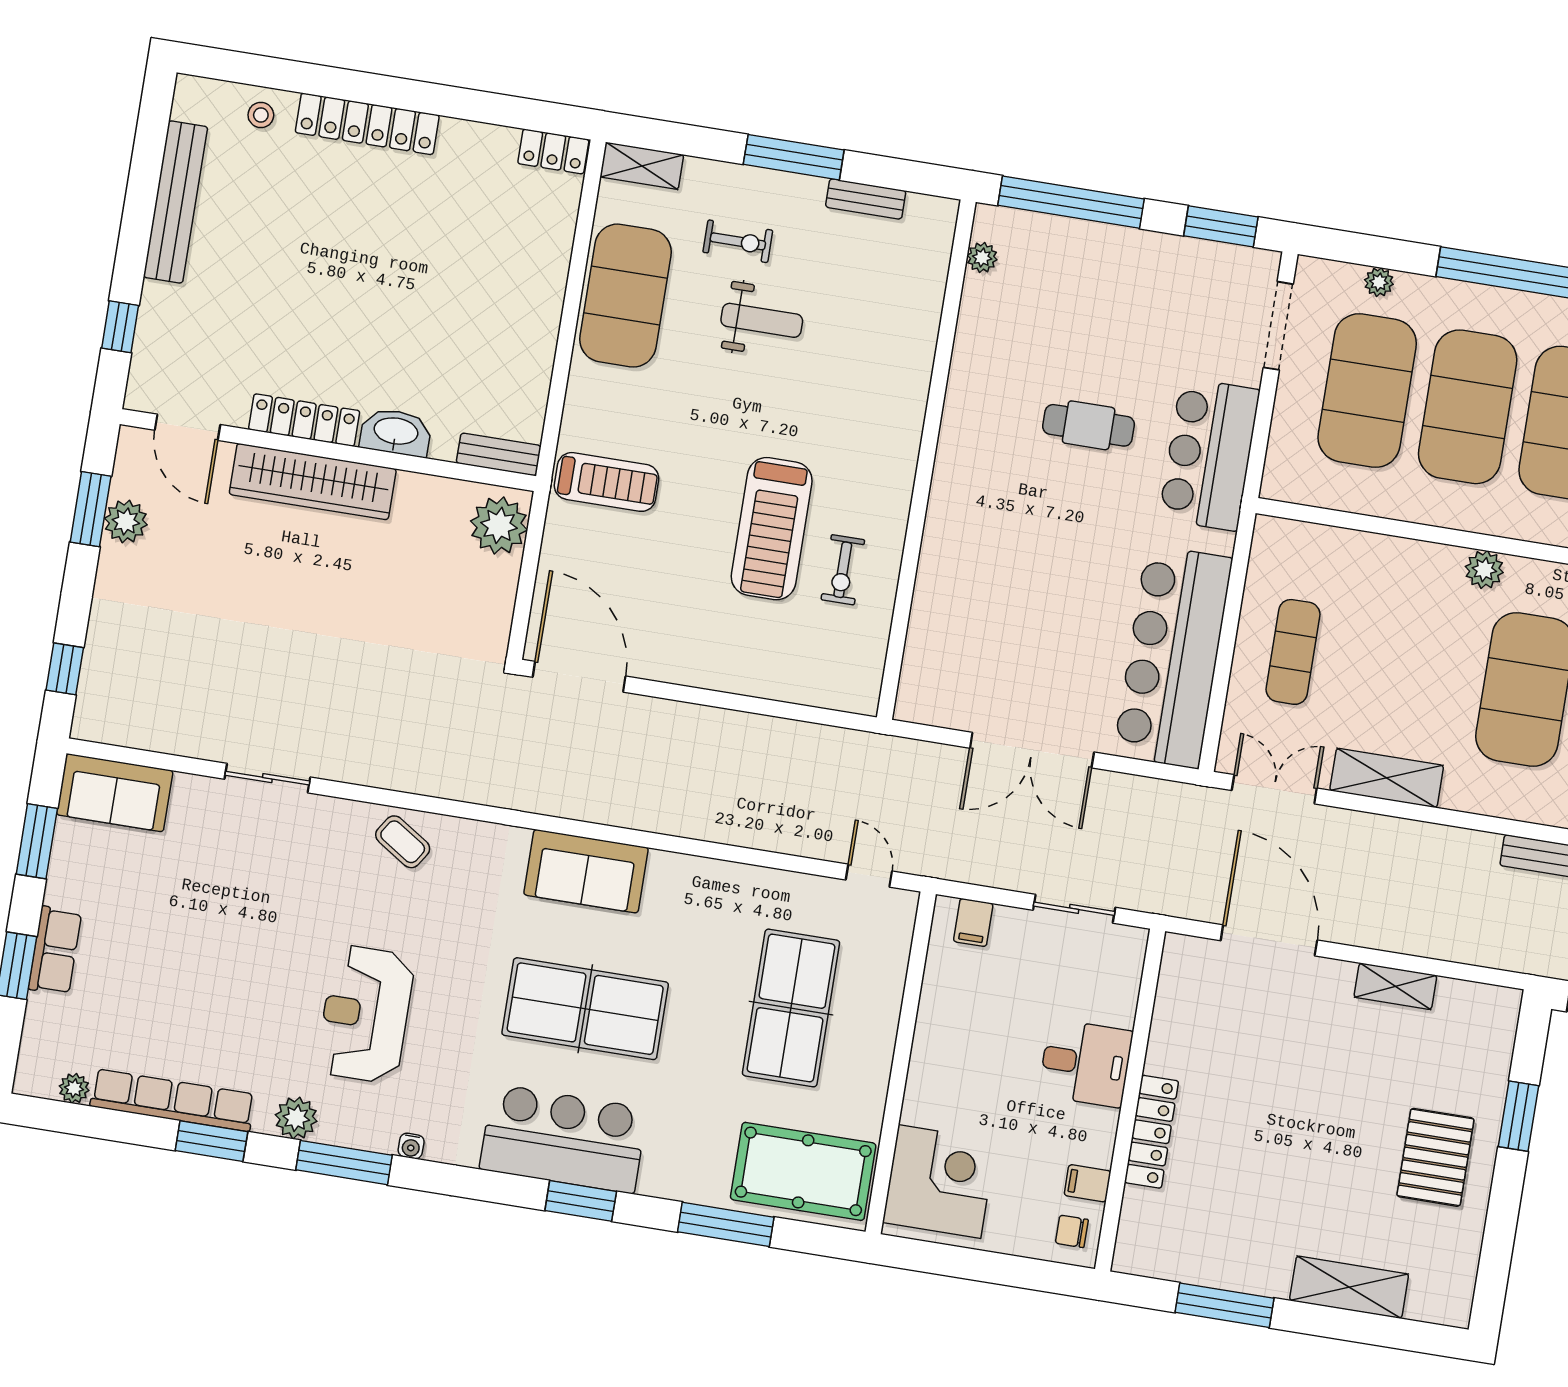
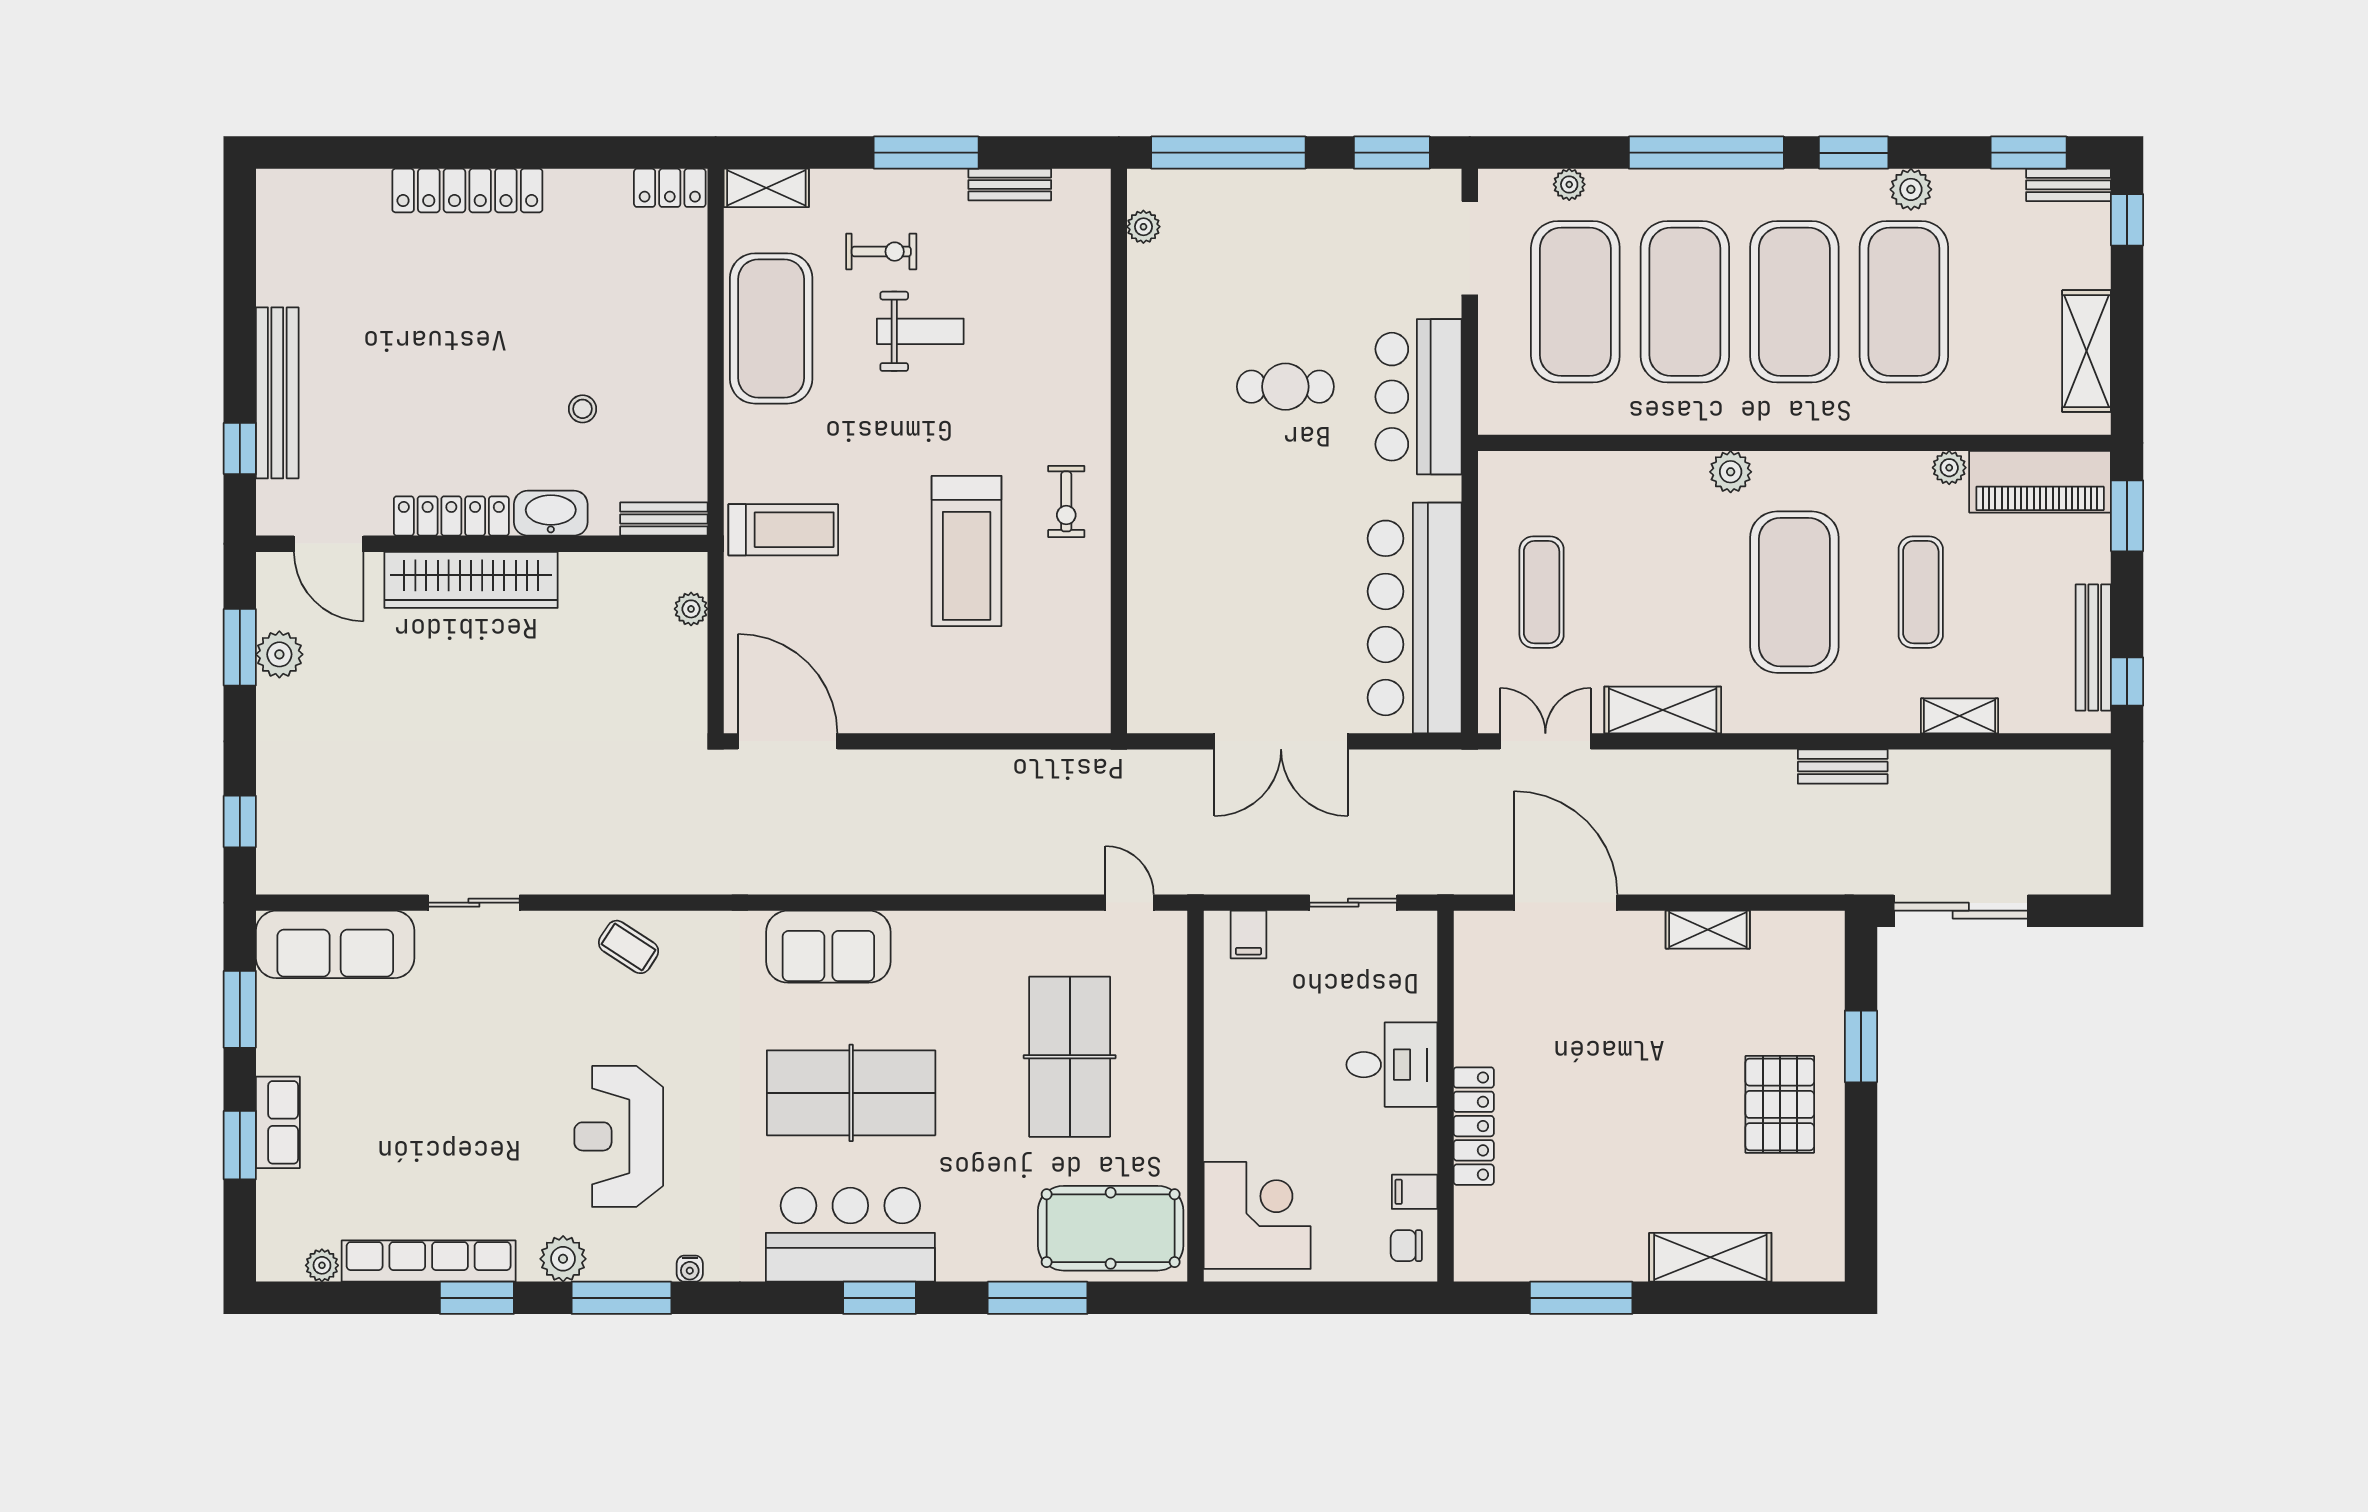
stool: (261, 115) -> (583, 409), moved
bench: (176, 202) -> (277, 393), moved
plant: (499, 525) -> (691, 609), width x0.53, depth x0.53
exercise bike: (843, 570) -> (1066, 501), moved
sofa: (115, 793) -> (335, 944), width x1.36

